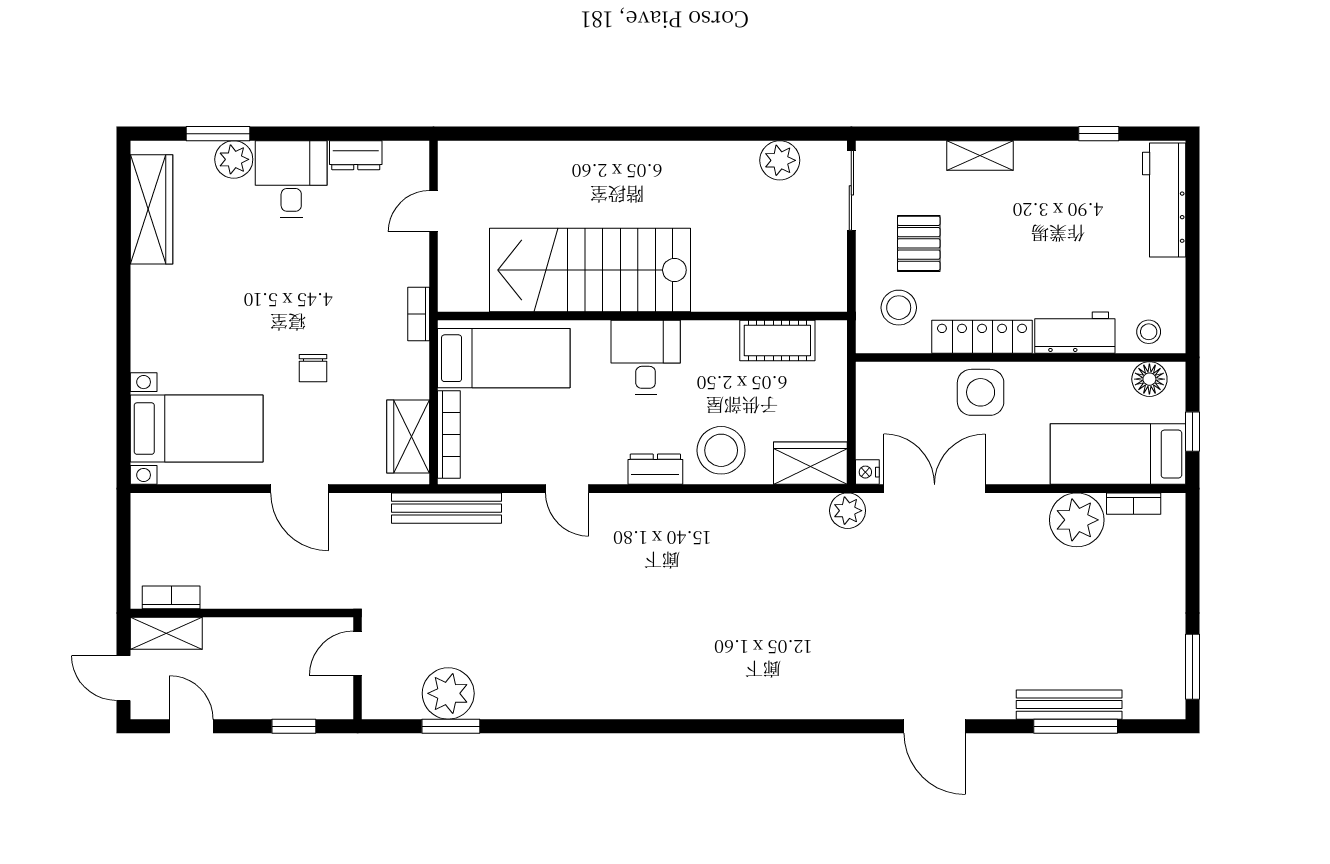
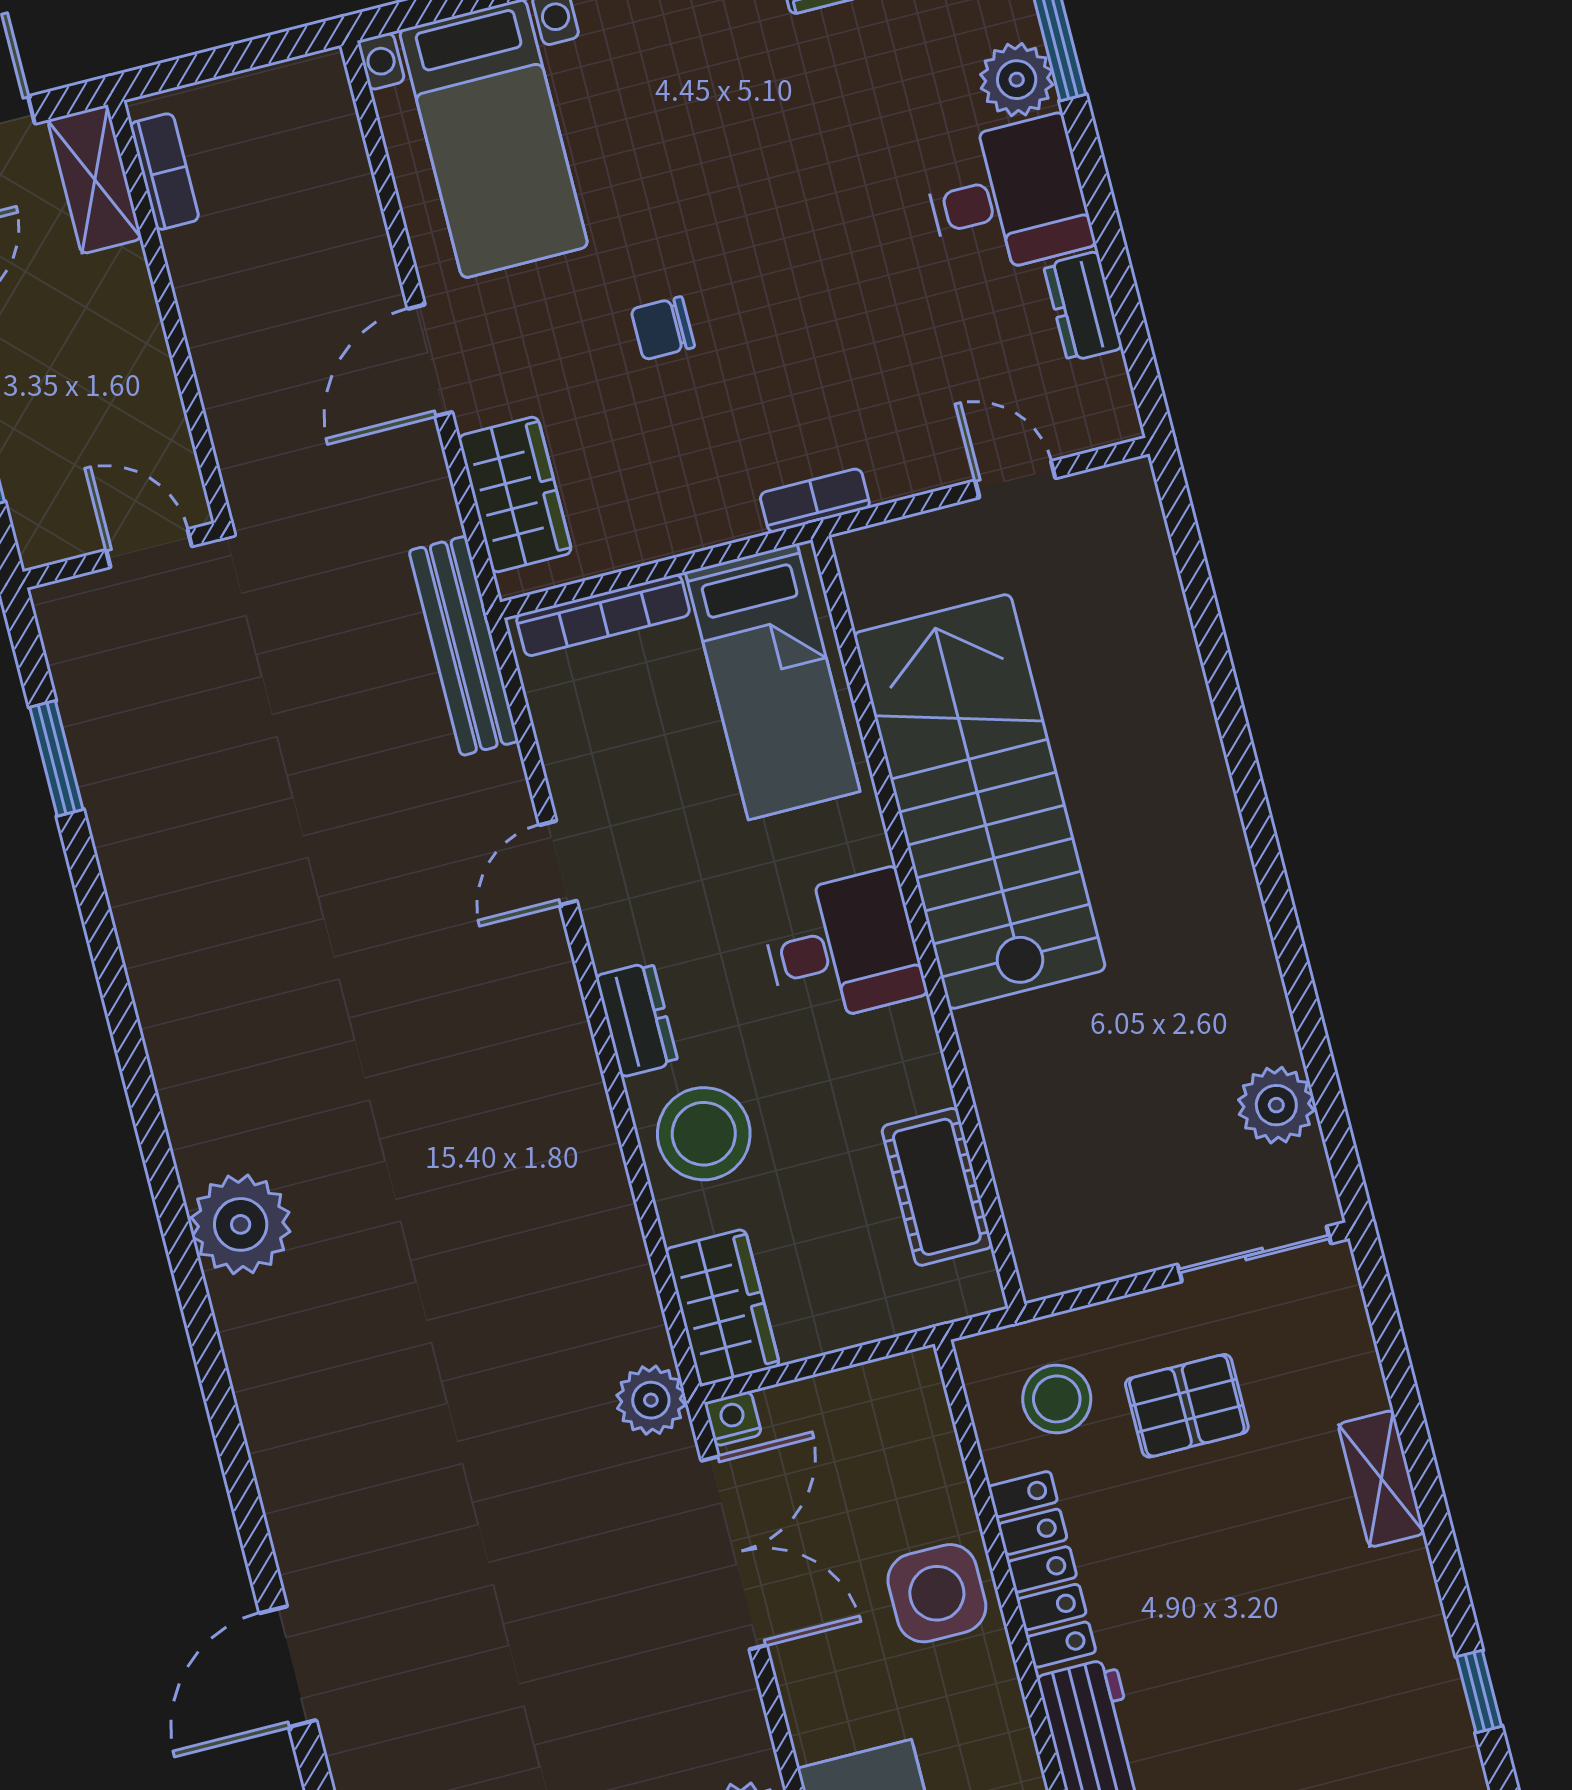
wardrobe: (408, 436) -> (515, 495), moved, turned 90
plant: (448, 693) -> (241, 1224), moved

